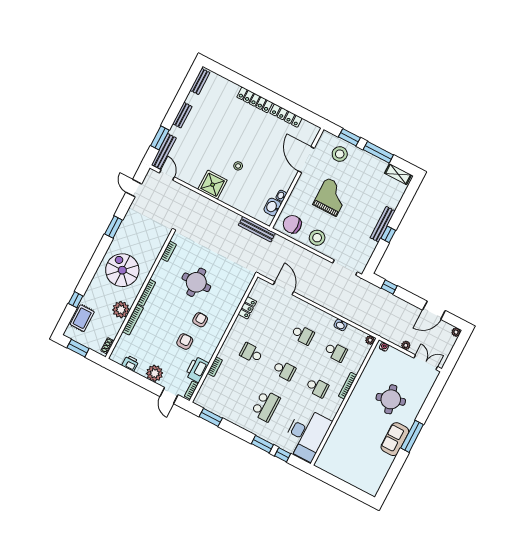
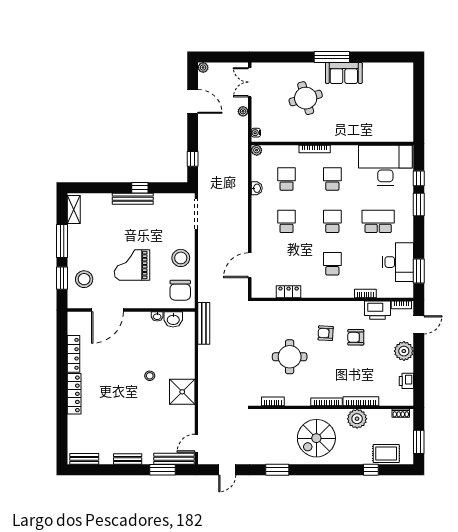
school desk: (251, 353) -> (332, 264), turned 180
desk: (226, 405) -> (398, 262), added

